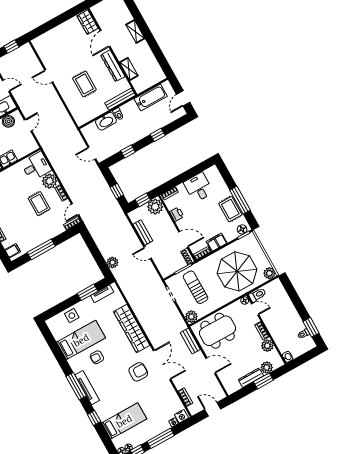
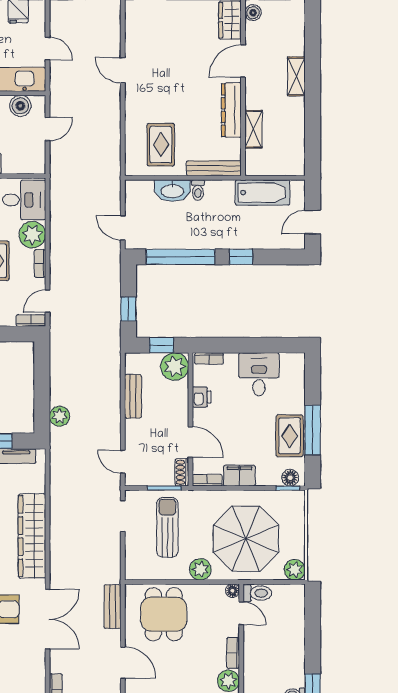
boiler: (97, 12) -> (253, 13), added
rug: (84, 84) -> (161, 145), moved
window: (128, 151) -> (180, 257), width x3.17
door: (148, 253) -> (123, 462), moved
plant: (191, 317) -> (200, 569), moved
dining table: (218, 331) -> (164, 614), width x0.73

